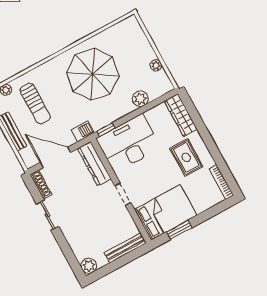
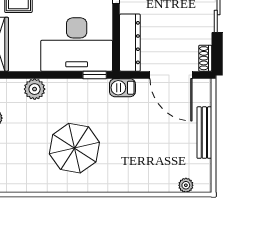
parasol: (93, 74) -> (74, 148), width x0.73, depth x0.73
sun lounger: (35, 104) -> (160, 151), removed
shoe rack: (41, 184) -> (205, 58), width x0.70

